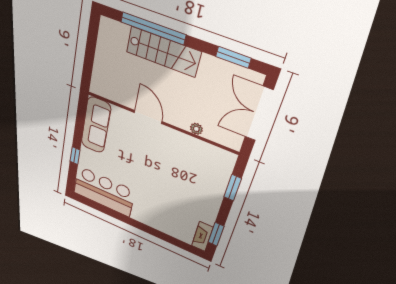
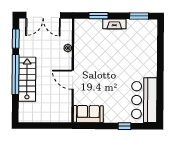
window: (153, 28) -> (15, 75), moved
door: (148, 117) -> (73, 80), hinge flipped
sofa: (96, 125) -> (88, 114), width x0.73
fireplace: (202, 237) -> (114, 24), moved

